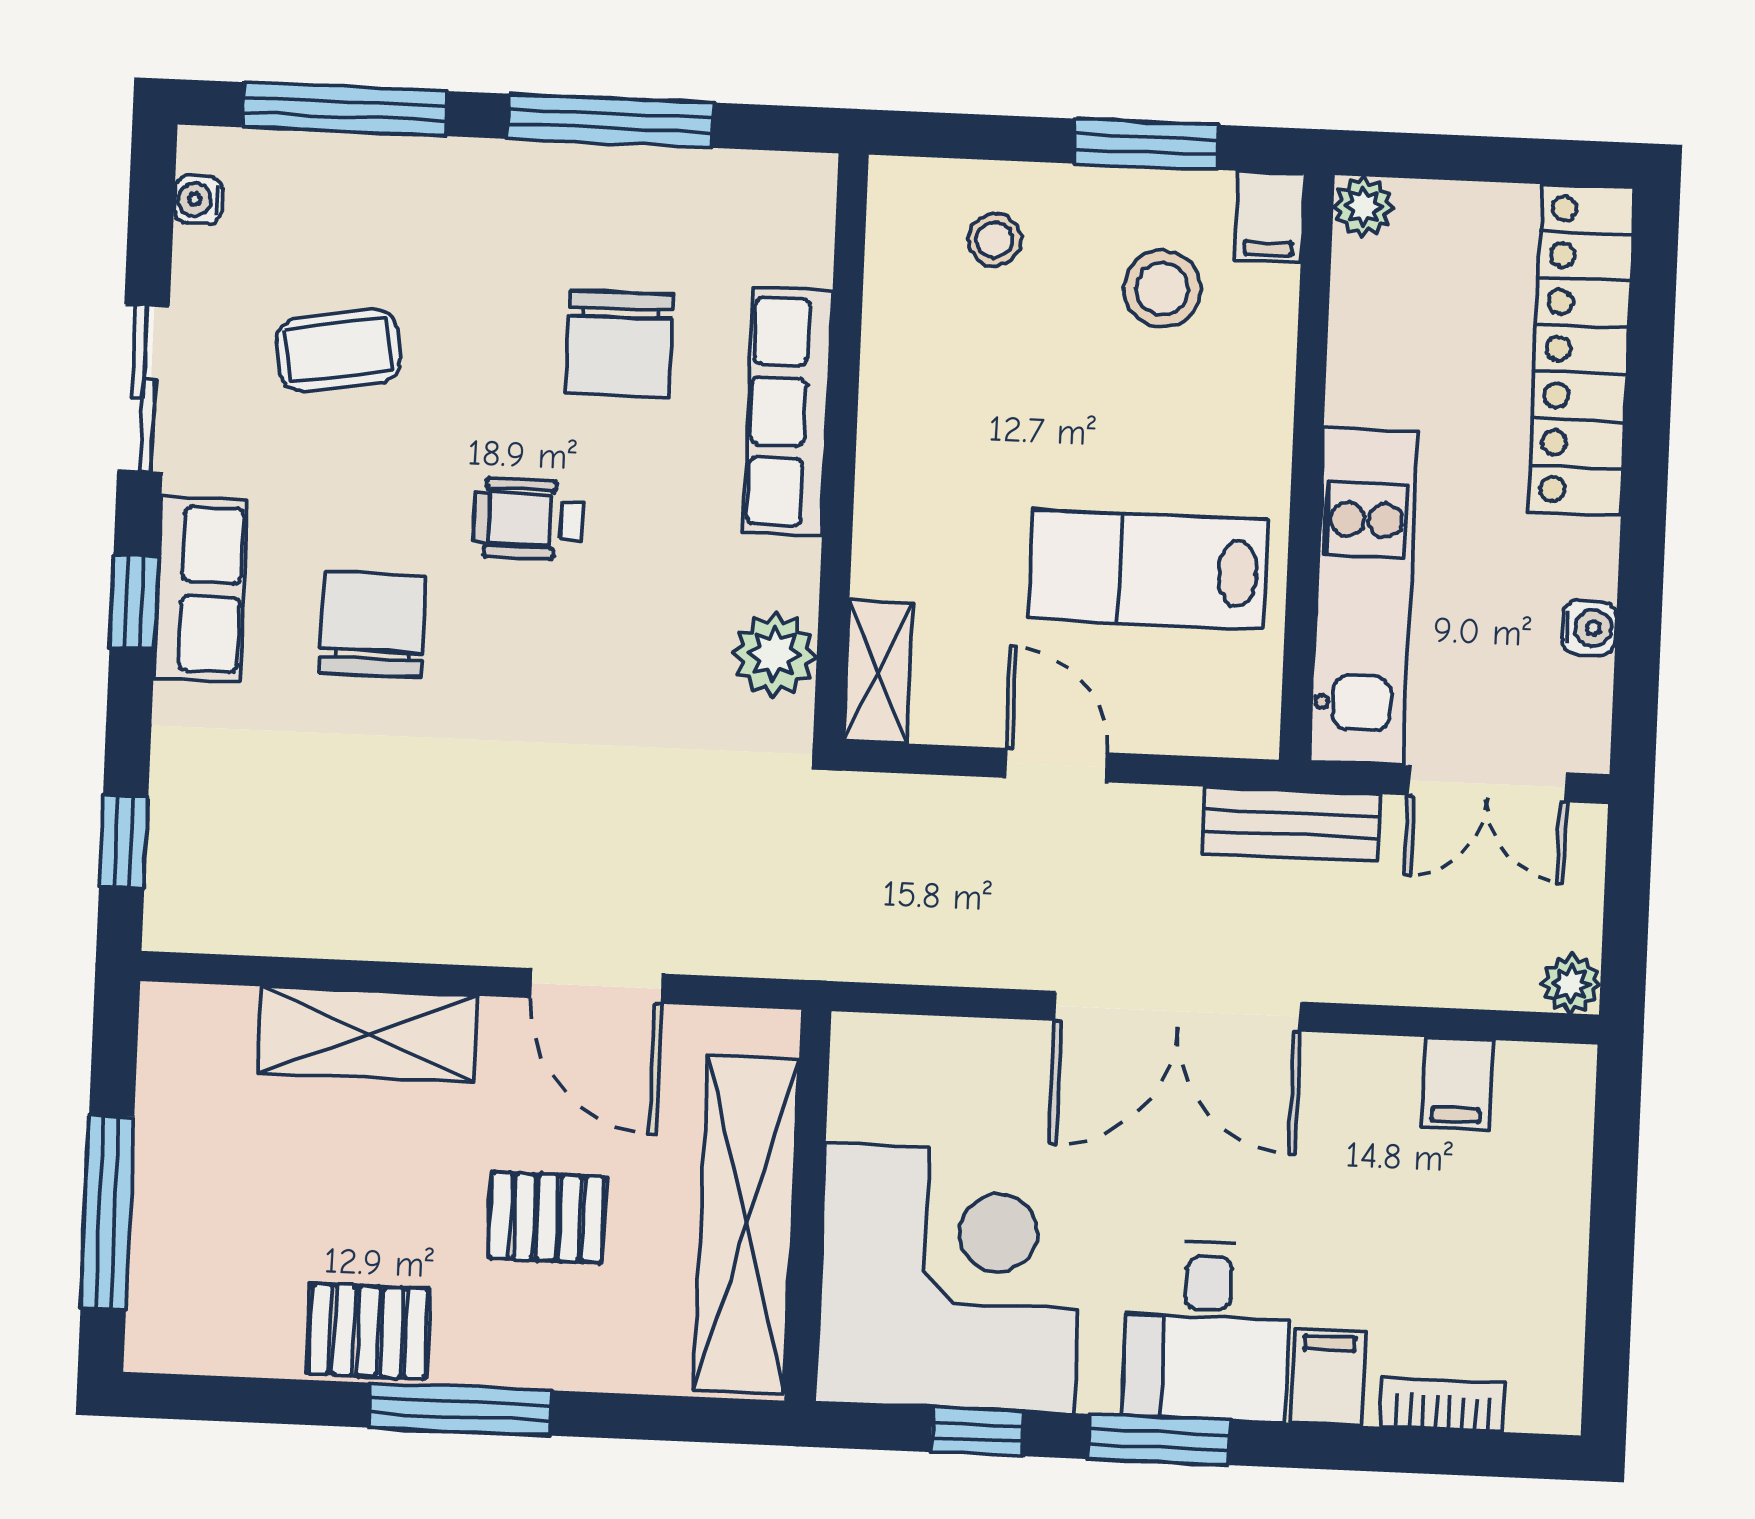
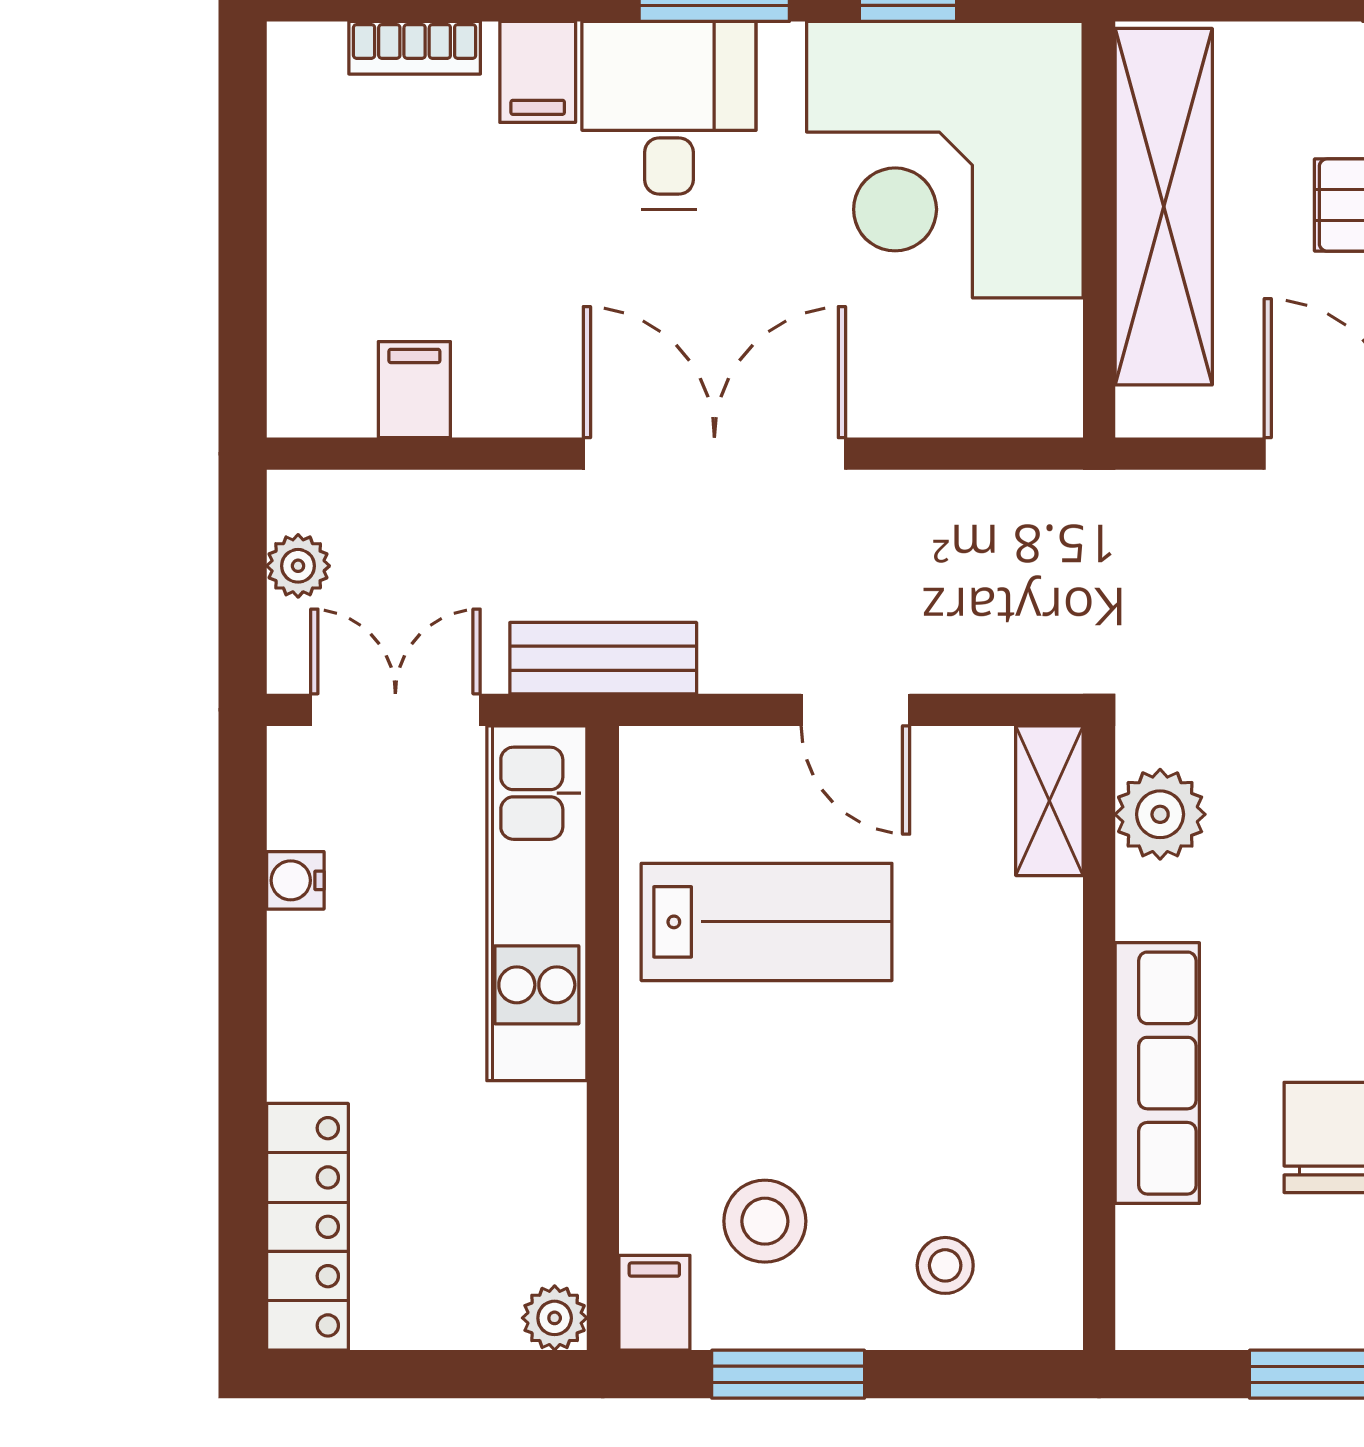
locker: (1582, 350) -> (307, 1227), width x0.71, depth x0.83
plant: (1571, 984) -> (298, 566), moved

